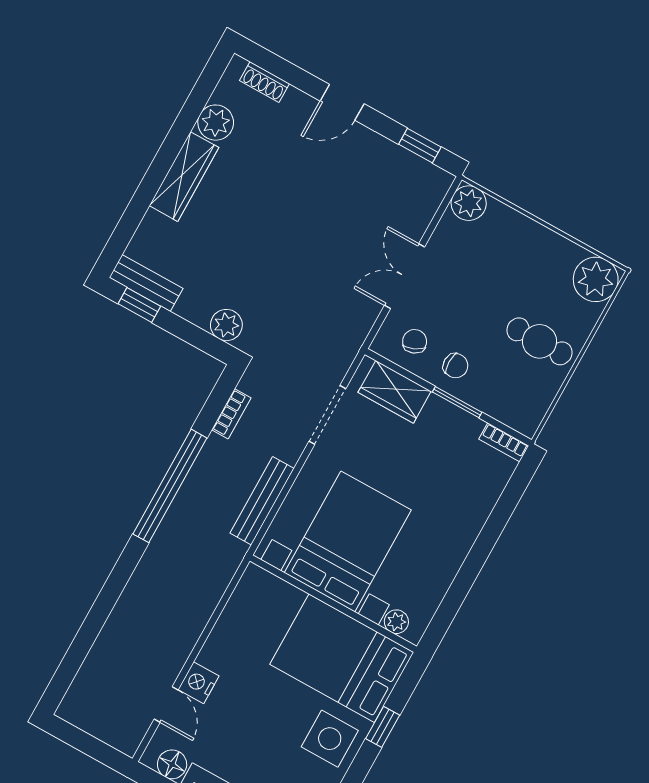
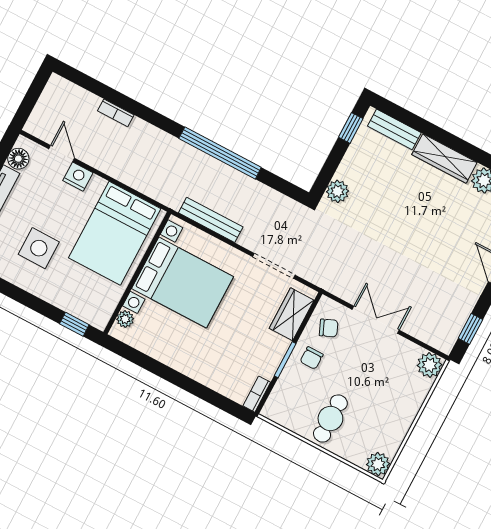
plant: (596, 279) -> (378, 464), width x0.73, depth x0.73
bench: (146, 283) -> (394, 129), moved, turned 90
bookcase: (231, 414) -> (116, 113), moved
bed: (342, 658) -> (115, 233), moved, turned 180
door: (166, 704) -> (62, 153), swing flipped
window: (383, 727) -> (74, 324), moved
side table: (330, 739) -> (39, 248), moved

